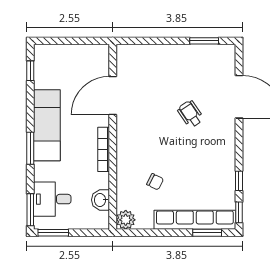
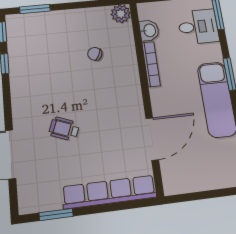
wheelchair: (190, 114) -> (64, 129), turned 145
bookcase: (104, 149) -> (151, 64), moved
row of seats: (195, 220) -> (109, 192), moved, turned 180

